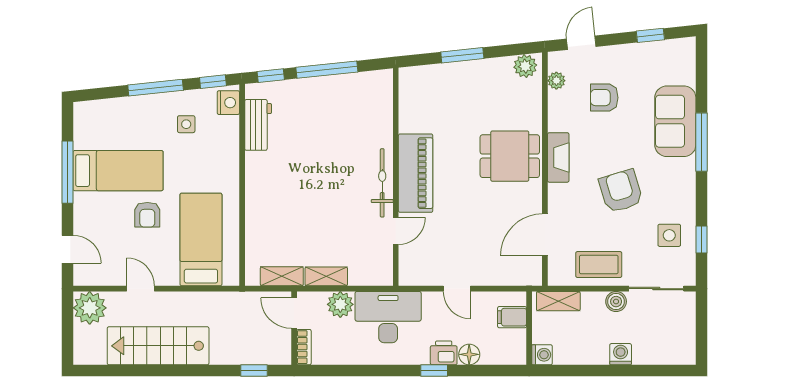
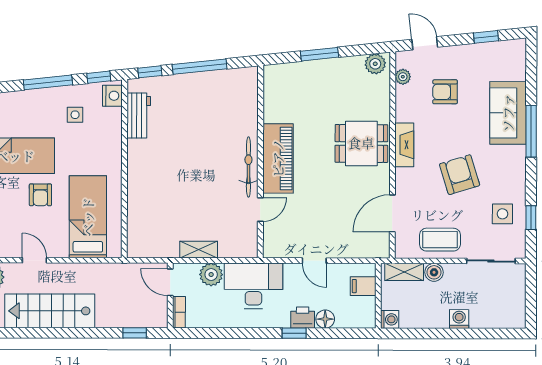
door: (581, 43) -> (425, 43), hinge flipped
shelving: (282, 276) -> (159, 249), removed
boiler: (616, 302) -> (434, 272), moved

